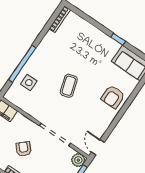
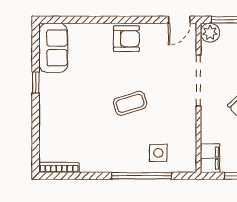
armchair: (113, 97) -> (126, 39), moved

